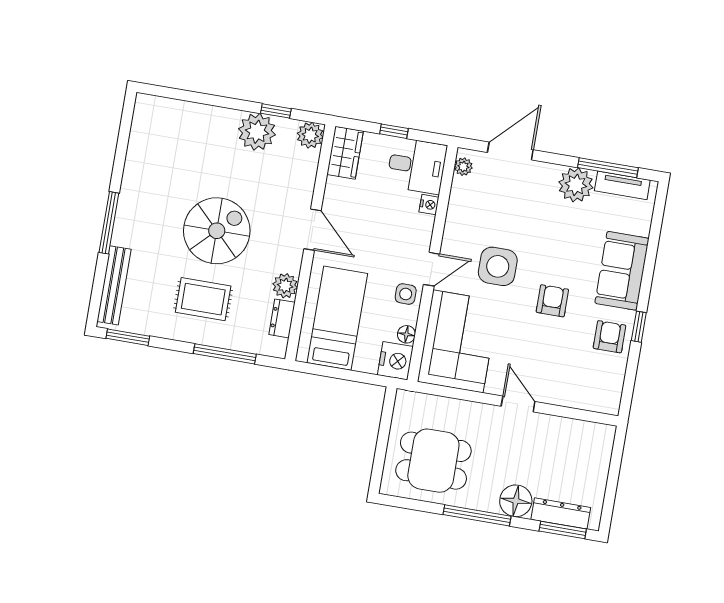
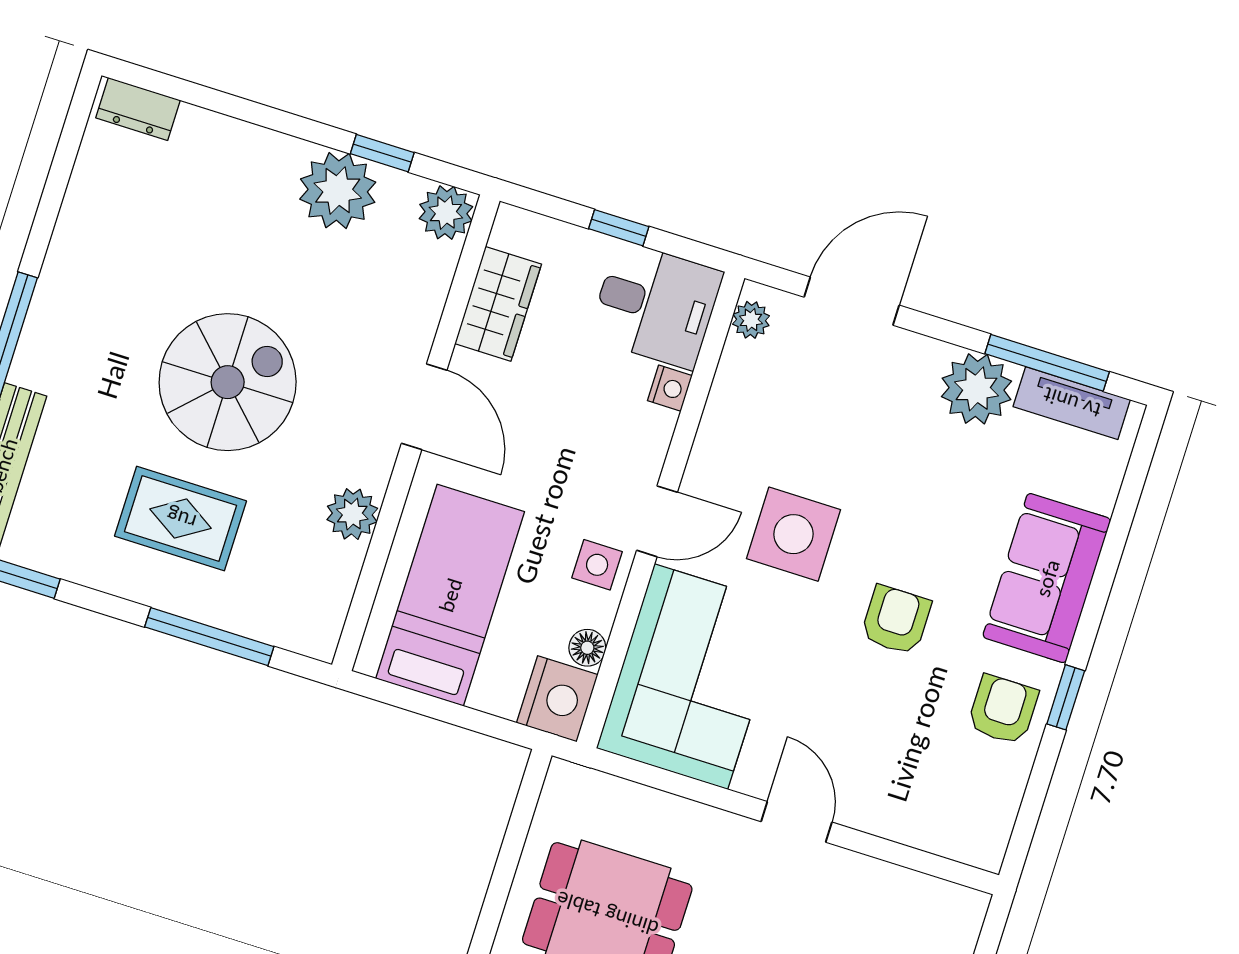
wardrobe: (345, 153) -> (498, 304), moved
dresser: (282, 318) -> (138, 109), moved, turned -90

